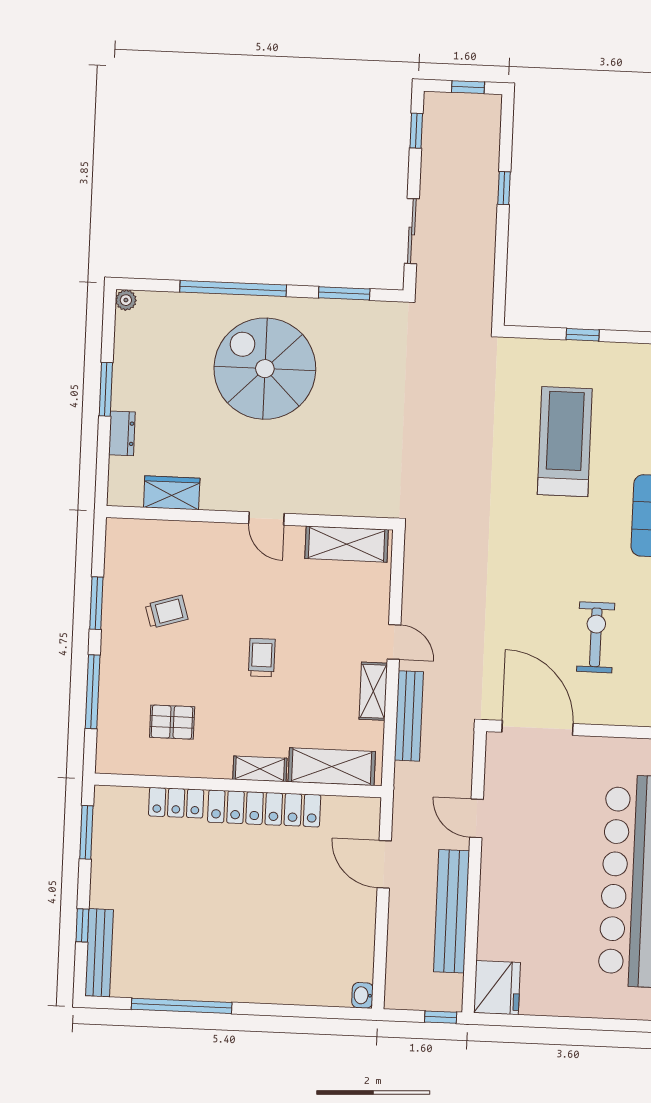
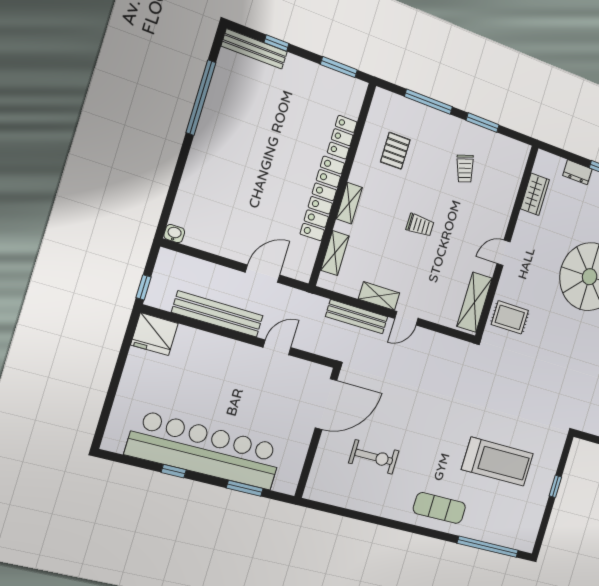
rug: (355, 482) -> (510, 317), added
shelving: (332, 767) -> (335, 253), width x0.67, depth x0.75

